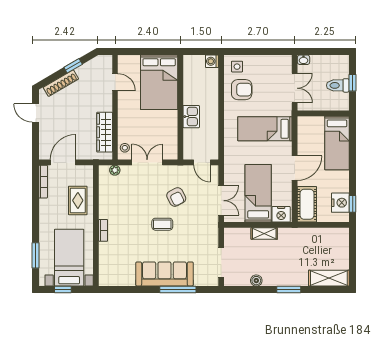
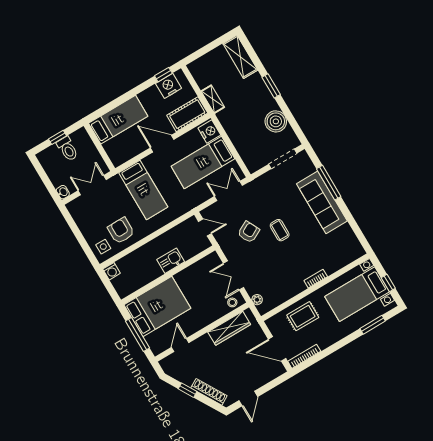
window: (145, 51) -> (138, 334), added
door: (202, 162) -> (205, 227), hinge flipped
shelving: (264, 234) -> (213, 99), moved
boiler: (256, 281) -> (276, 121), width x1.86, depth x1.86

